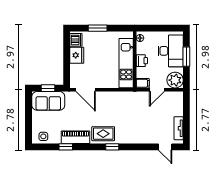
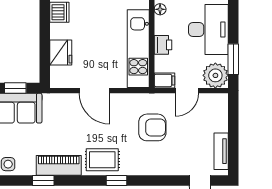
fridge: (77, 55) -> (61, 53), moved
window: (186, 57) -> (233, 59), moved
door: (86, 90) -> (94, 91), moved
armchair: (135, 113) -> (152, 127), added

